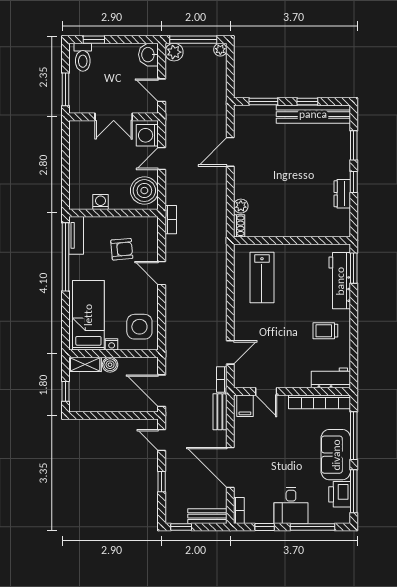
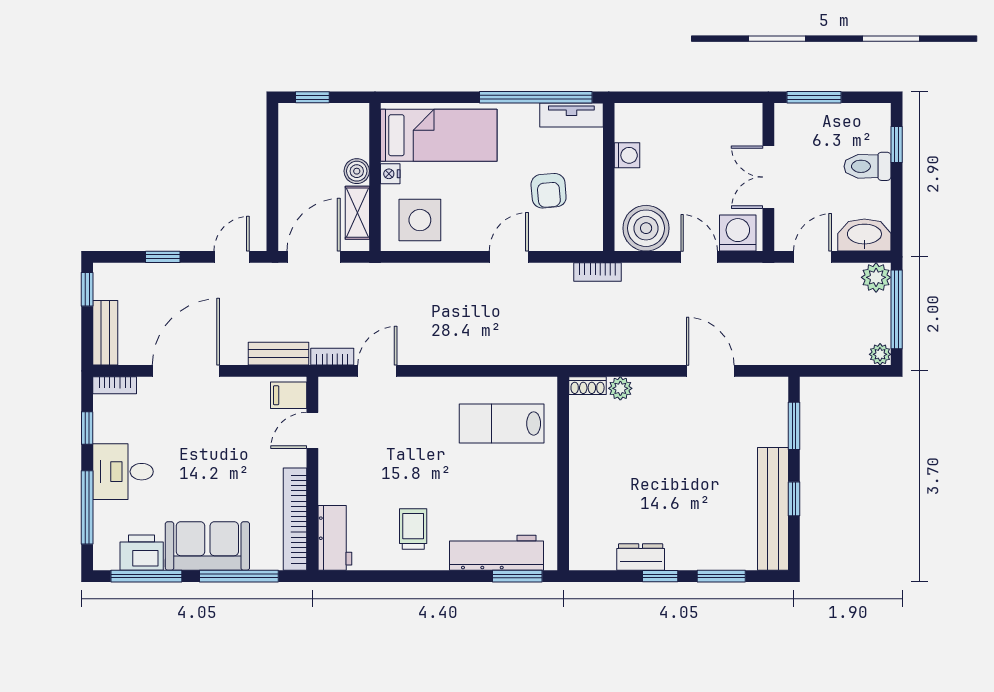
washbasin: (148, 55) -> (864, 235), width x1.38
toilet: (83, 57) -> (867, 166), moved
door: (230, 352) -> (377, 371), swing flipped
shelving: (85, 364) -> (357, 213), moved

